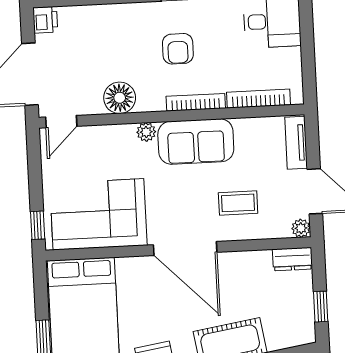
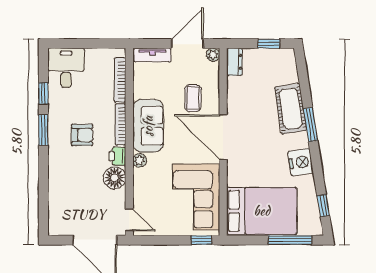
printer: (45, 20) -> (117, 156), moved, turned -90
door: (185, 249) -> (223, 137), swing flipped

